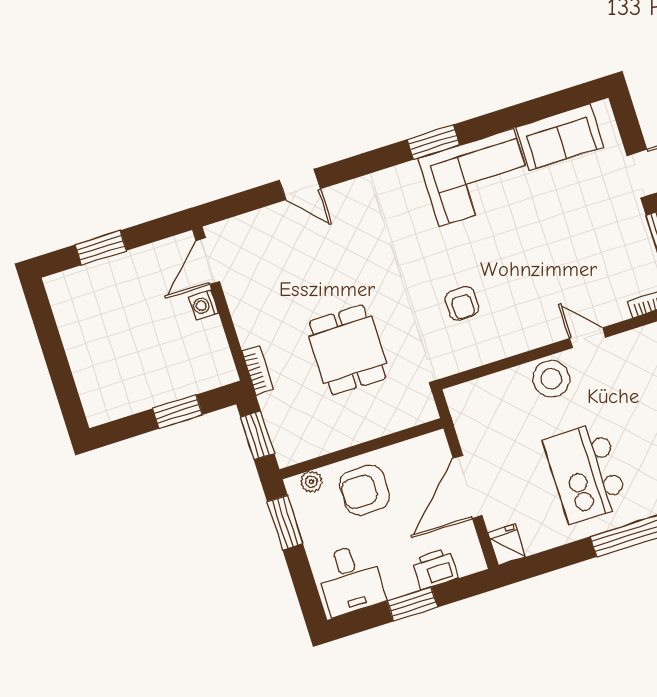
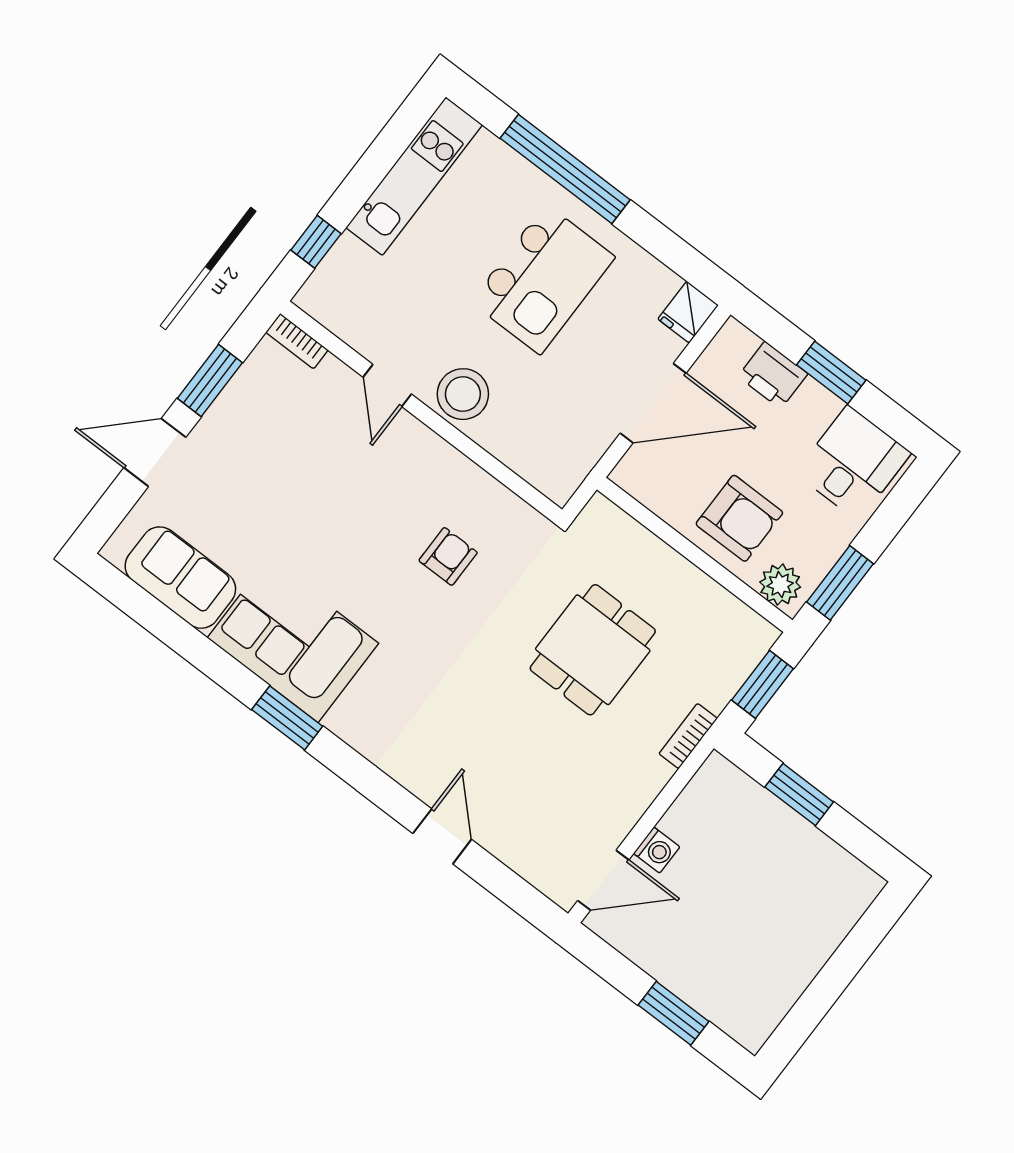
plant: (311, 482) -> (780, 585), width x1.38, depth x1.38

